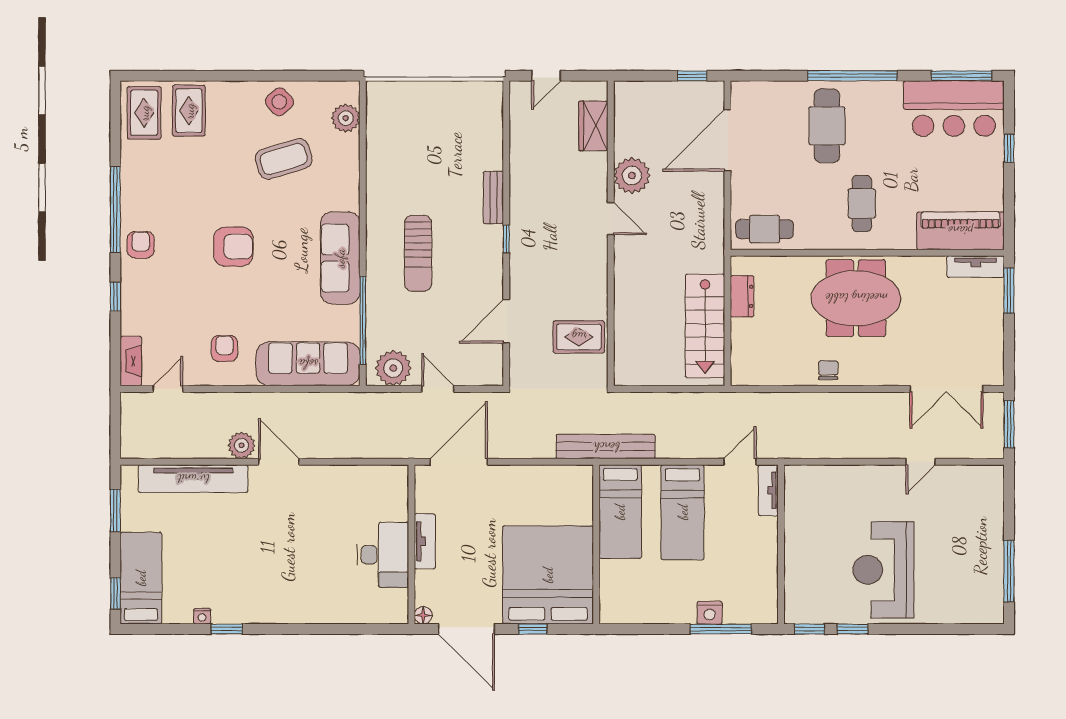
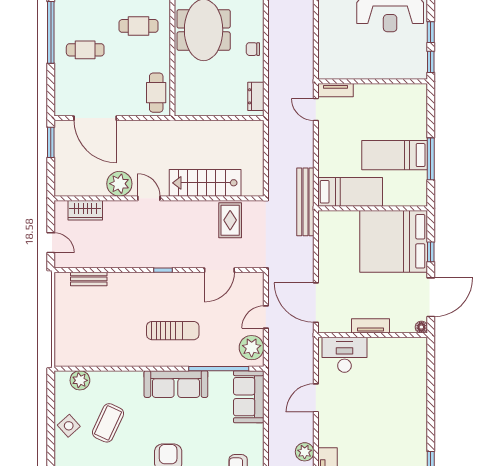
window: (692, 76) -> (51, 142), width x1.50
cafe table: (827, 126) -> (85, 50), width x0.73, depth x0.74
coffee table: (284, 159) -> (108, 423), turned 42
bench: (493, 198) -> (89, 279), moved
door: (611, 219) -> (149, 198), hinge flipped
dresser: (742, 296) -> (256, 96), moved, turned -90
door: (506, 321) -> (219, 270), hinge flipped
stairs: (705, 326) -> (205, 183), moved, turned 180
sofa: (308, 364) -> (249, 397), width x0.73
door: (279, 462) -> (316, 398), moved
bed: (683, 512) -> (395, 155), moved, turned 180
desk: (383, 555) -> (344, 355), moved
nightstand: (710, 613) -> (420, 130), removed
window: (721, 629) -> (431, 159), moved

